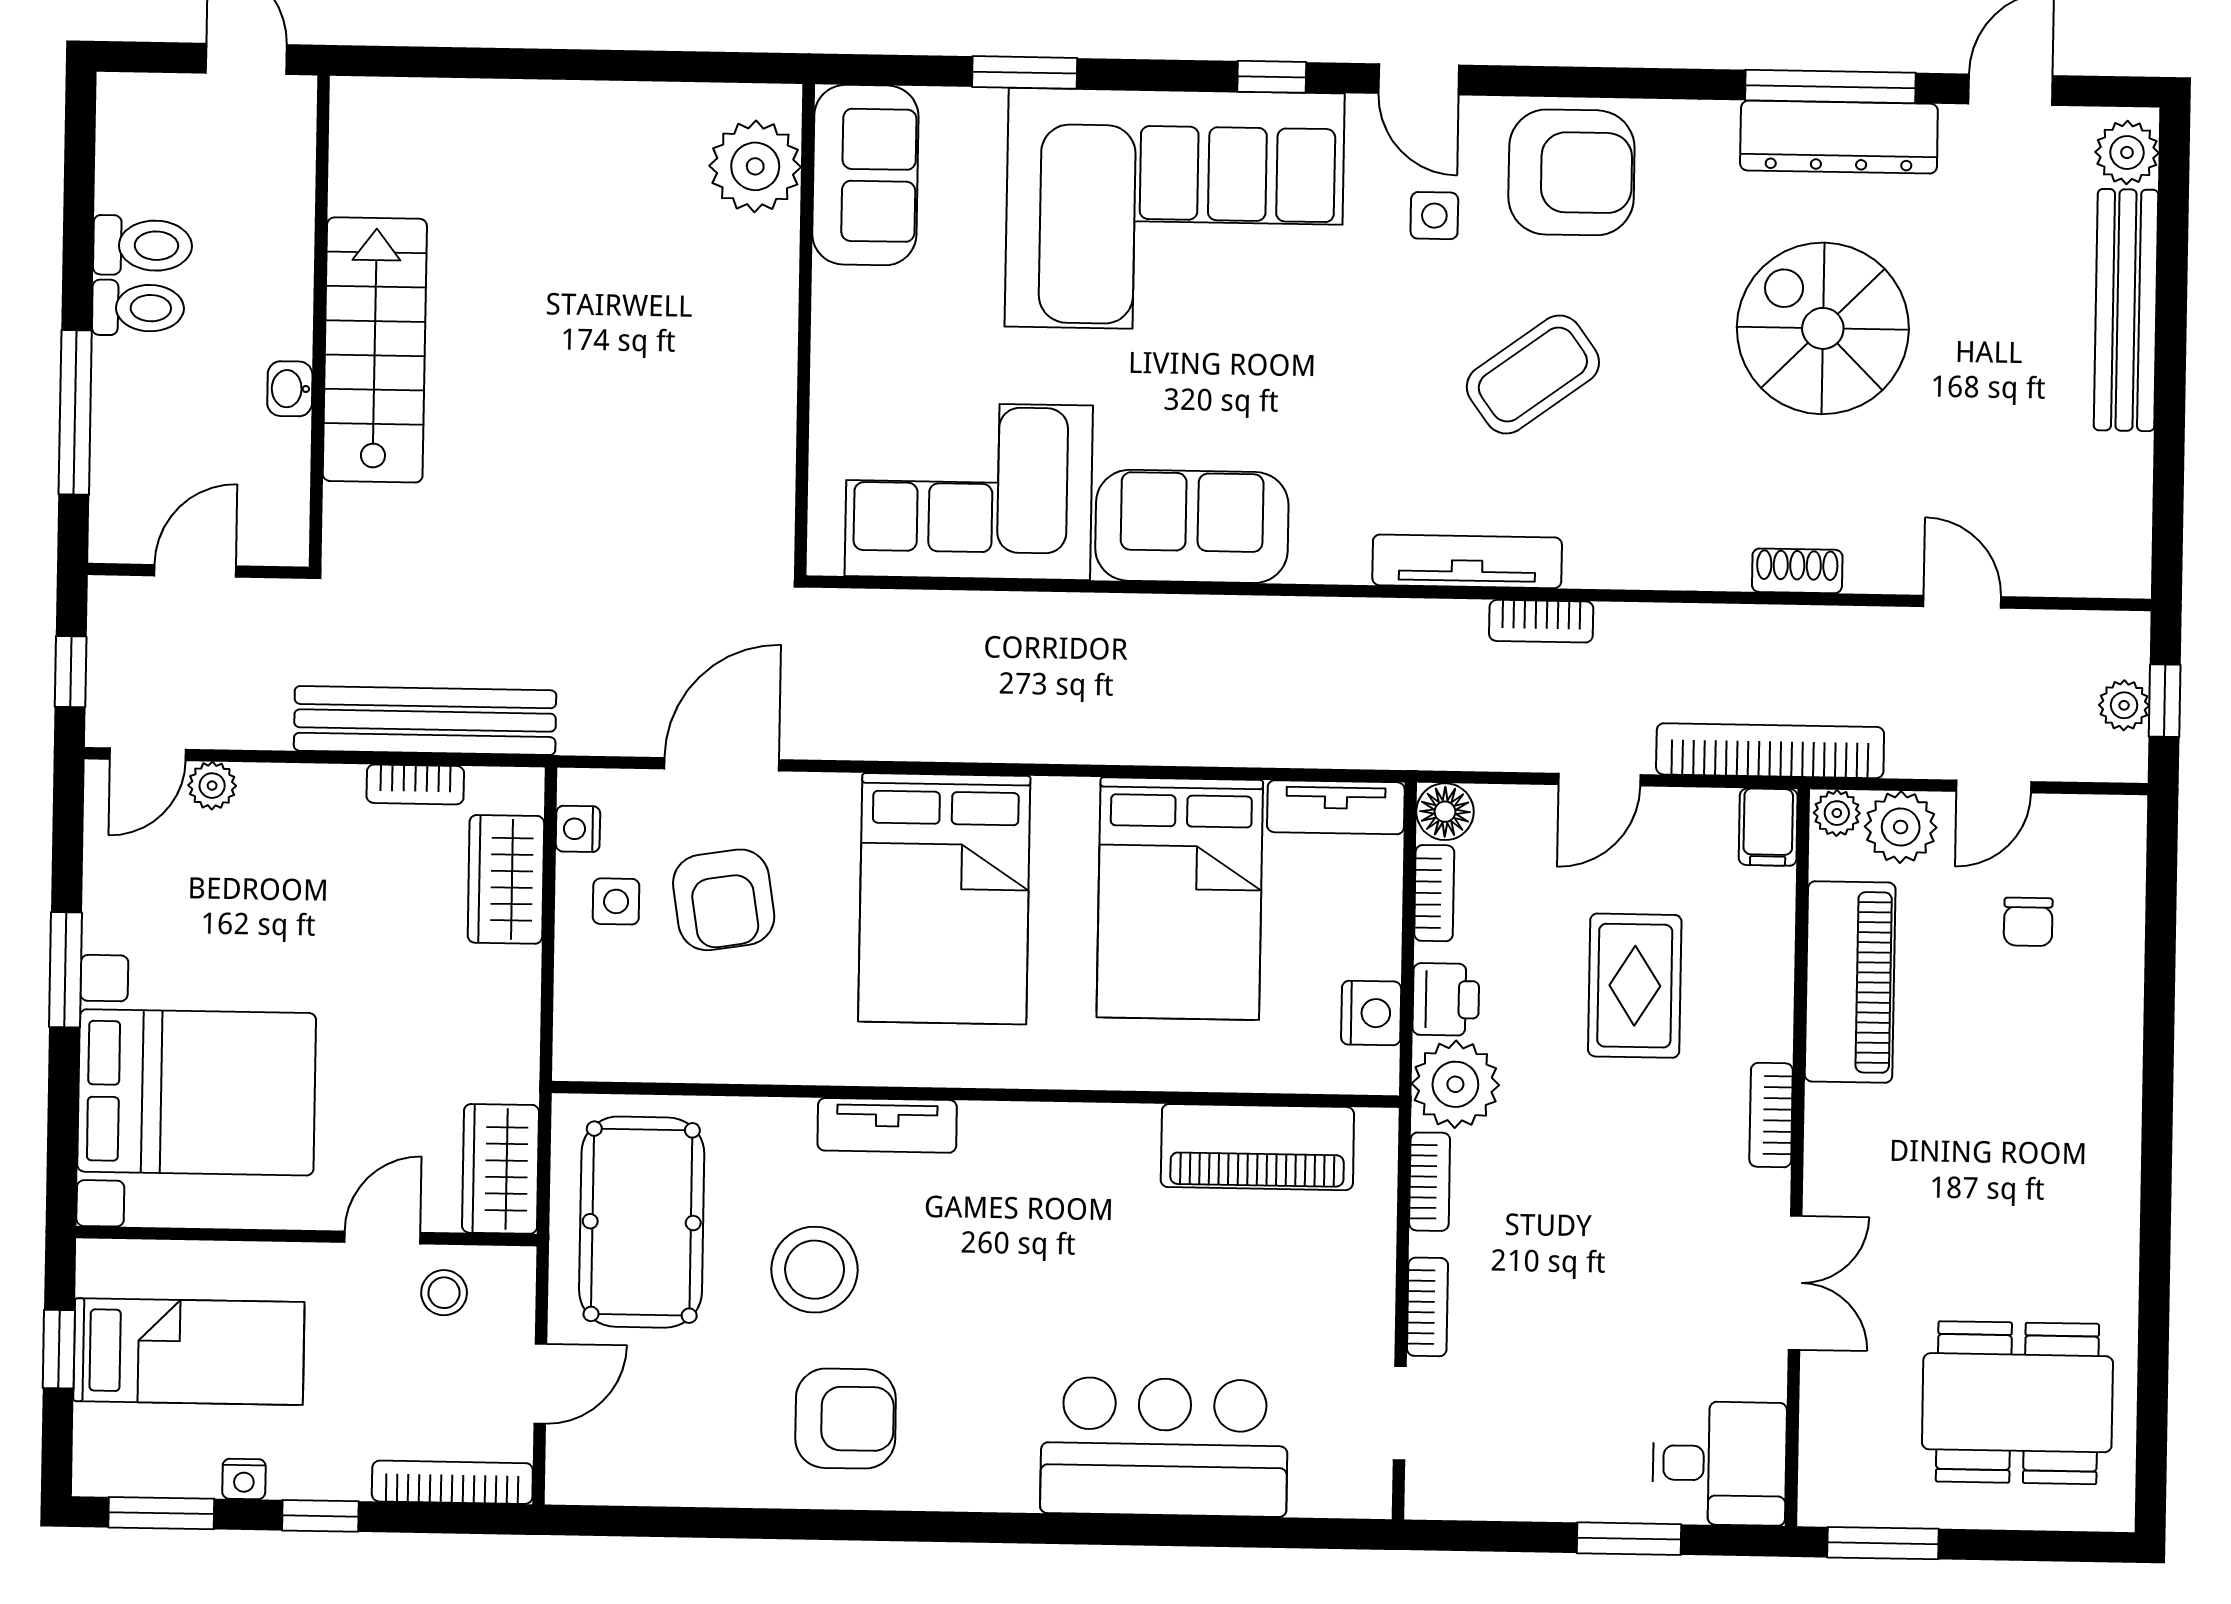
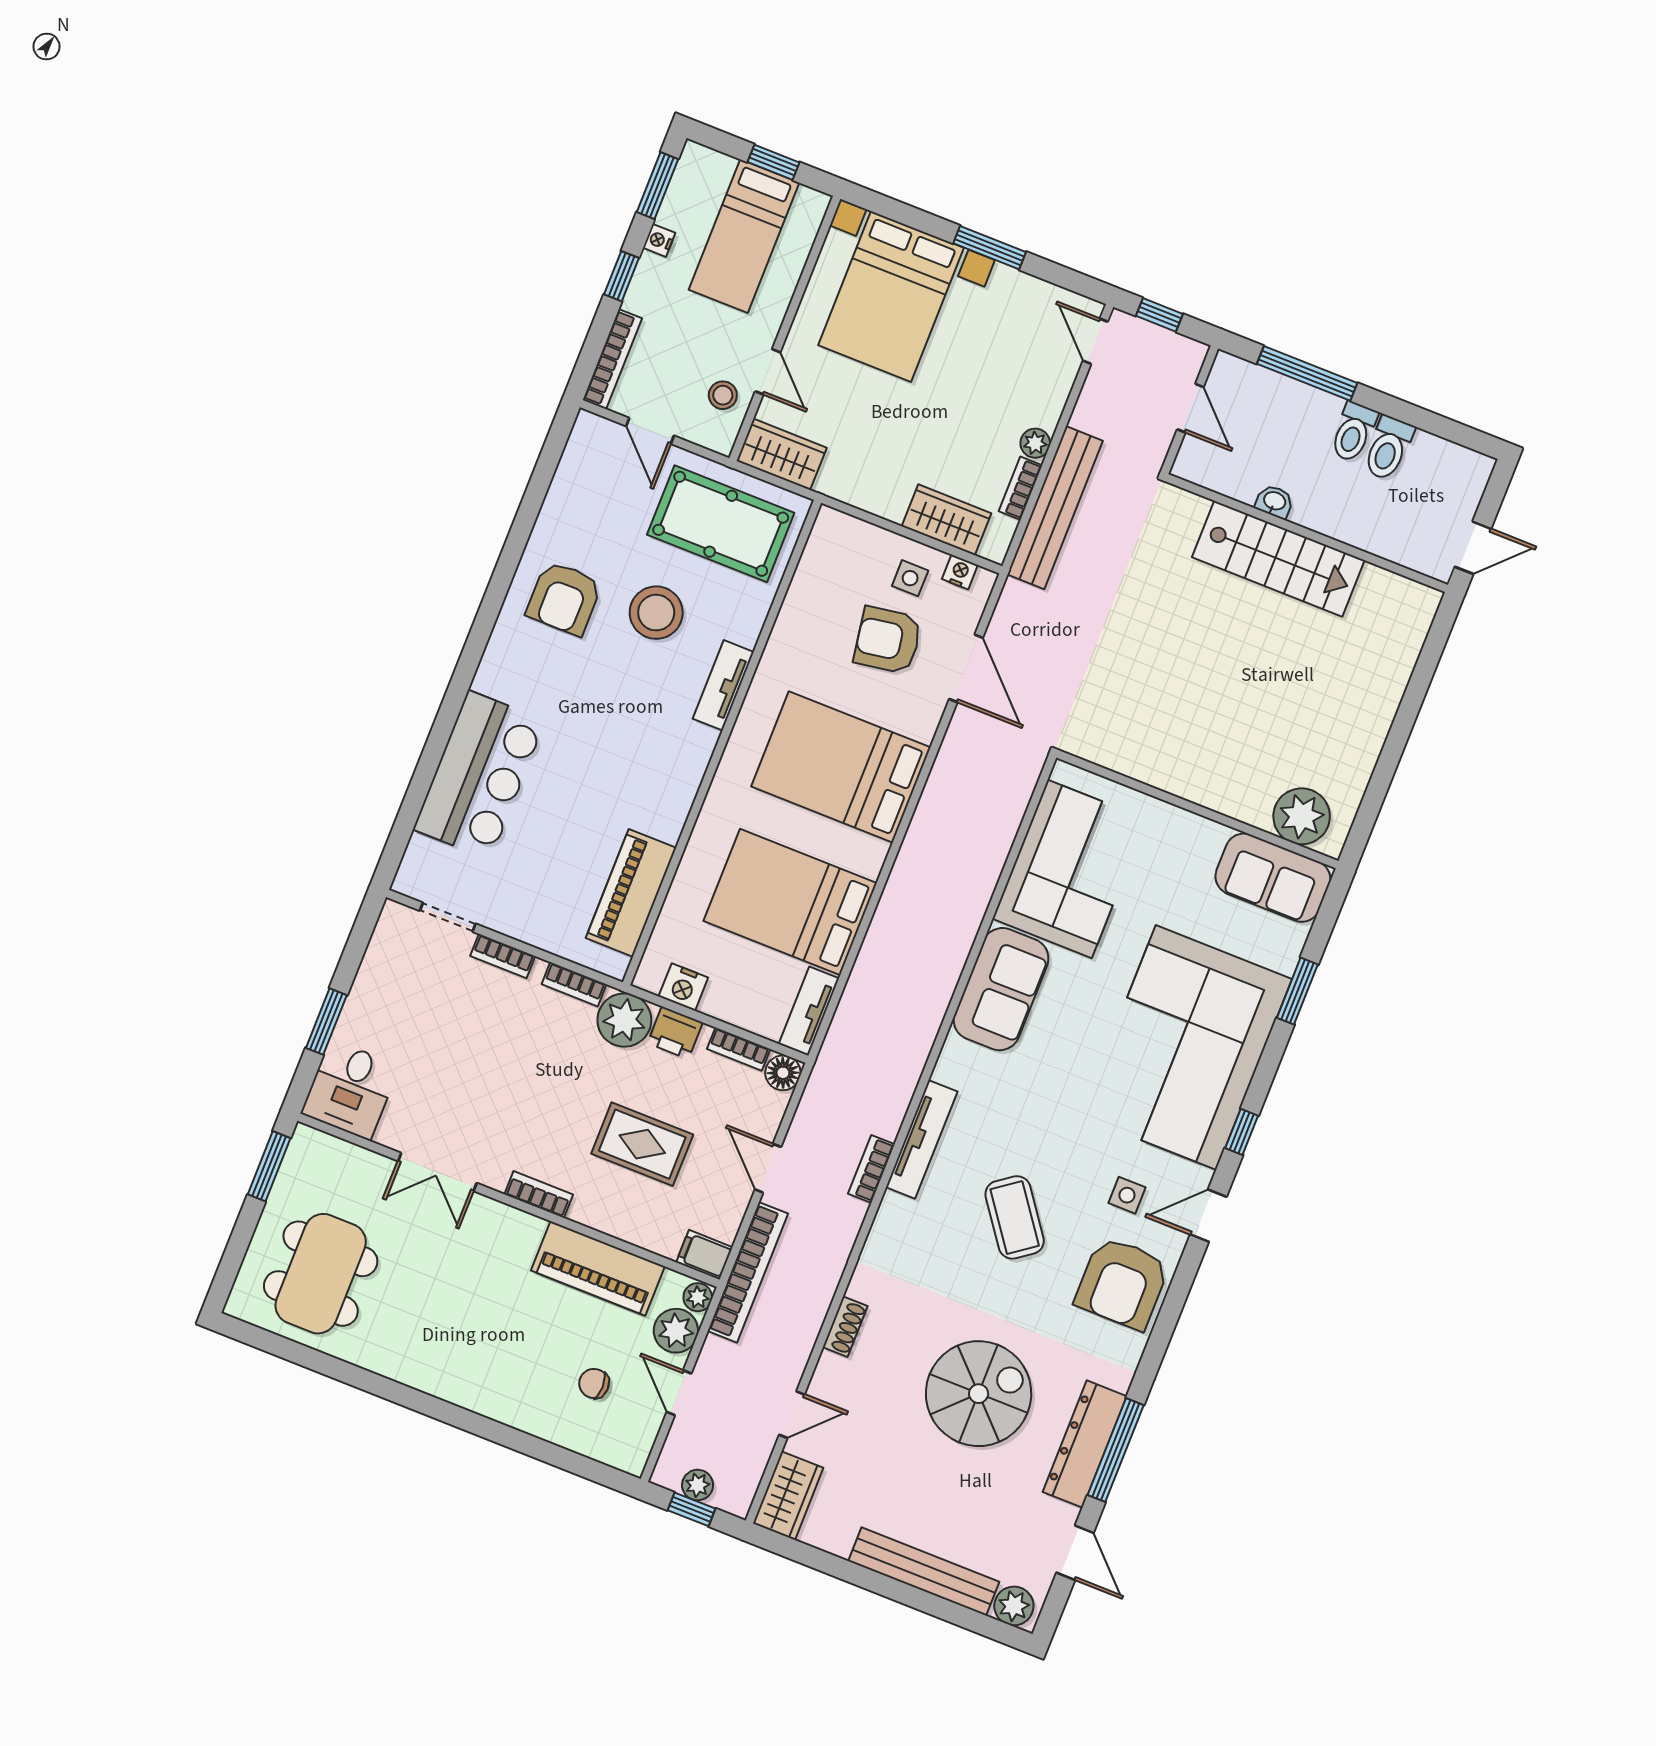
wardrobe: (2088, 561) -> (788, 1496), added
plant: (212, 786) -> (1035, 443), moved

